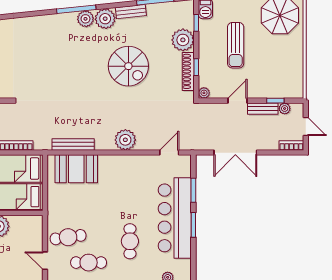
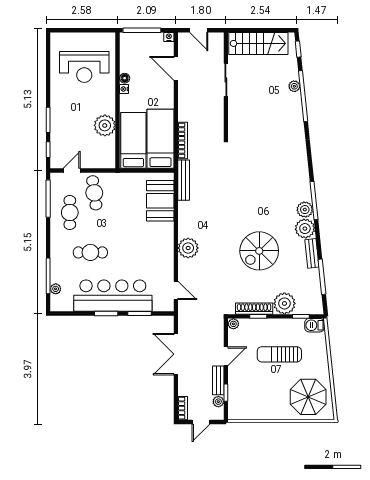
door: (238, 101) -> (226, 356), hinge flipped
bench: (73, 144) -> (184, 180), moved

